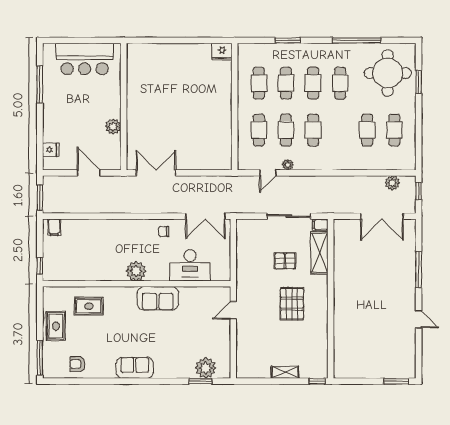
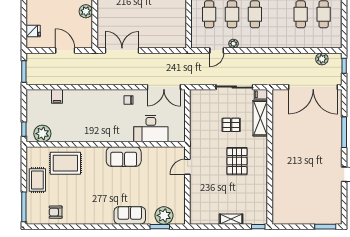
double door: (382, 216) -> (313, 87), width x1.36
filing cabinet: (54, 227) -> (57, 96), moved
plant: (136, 271) -> (42, 134), moved
rug: (89, 306) -> (65, 163), width x1.36, depth x1.43
sofa: (135, 368) -> (130, 215), moved

